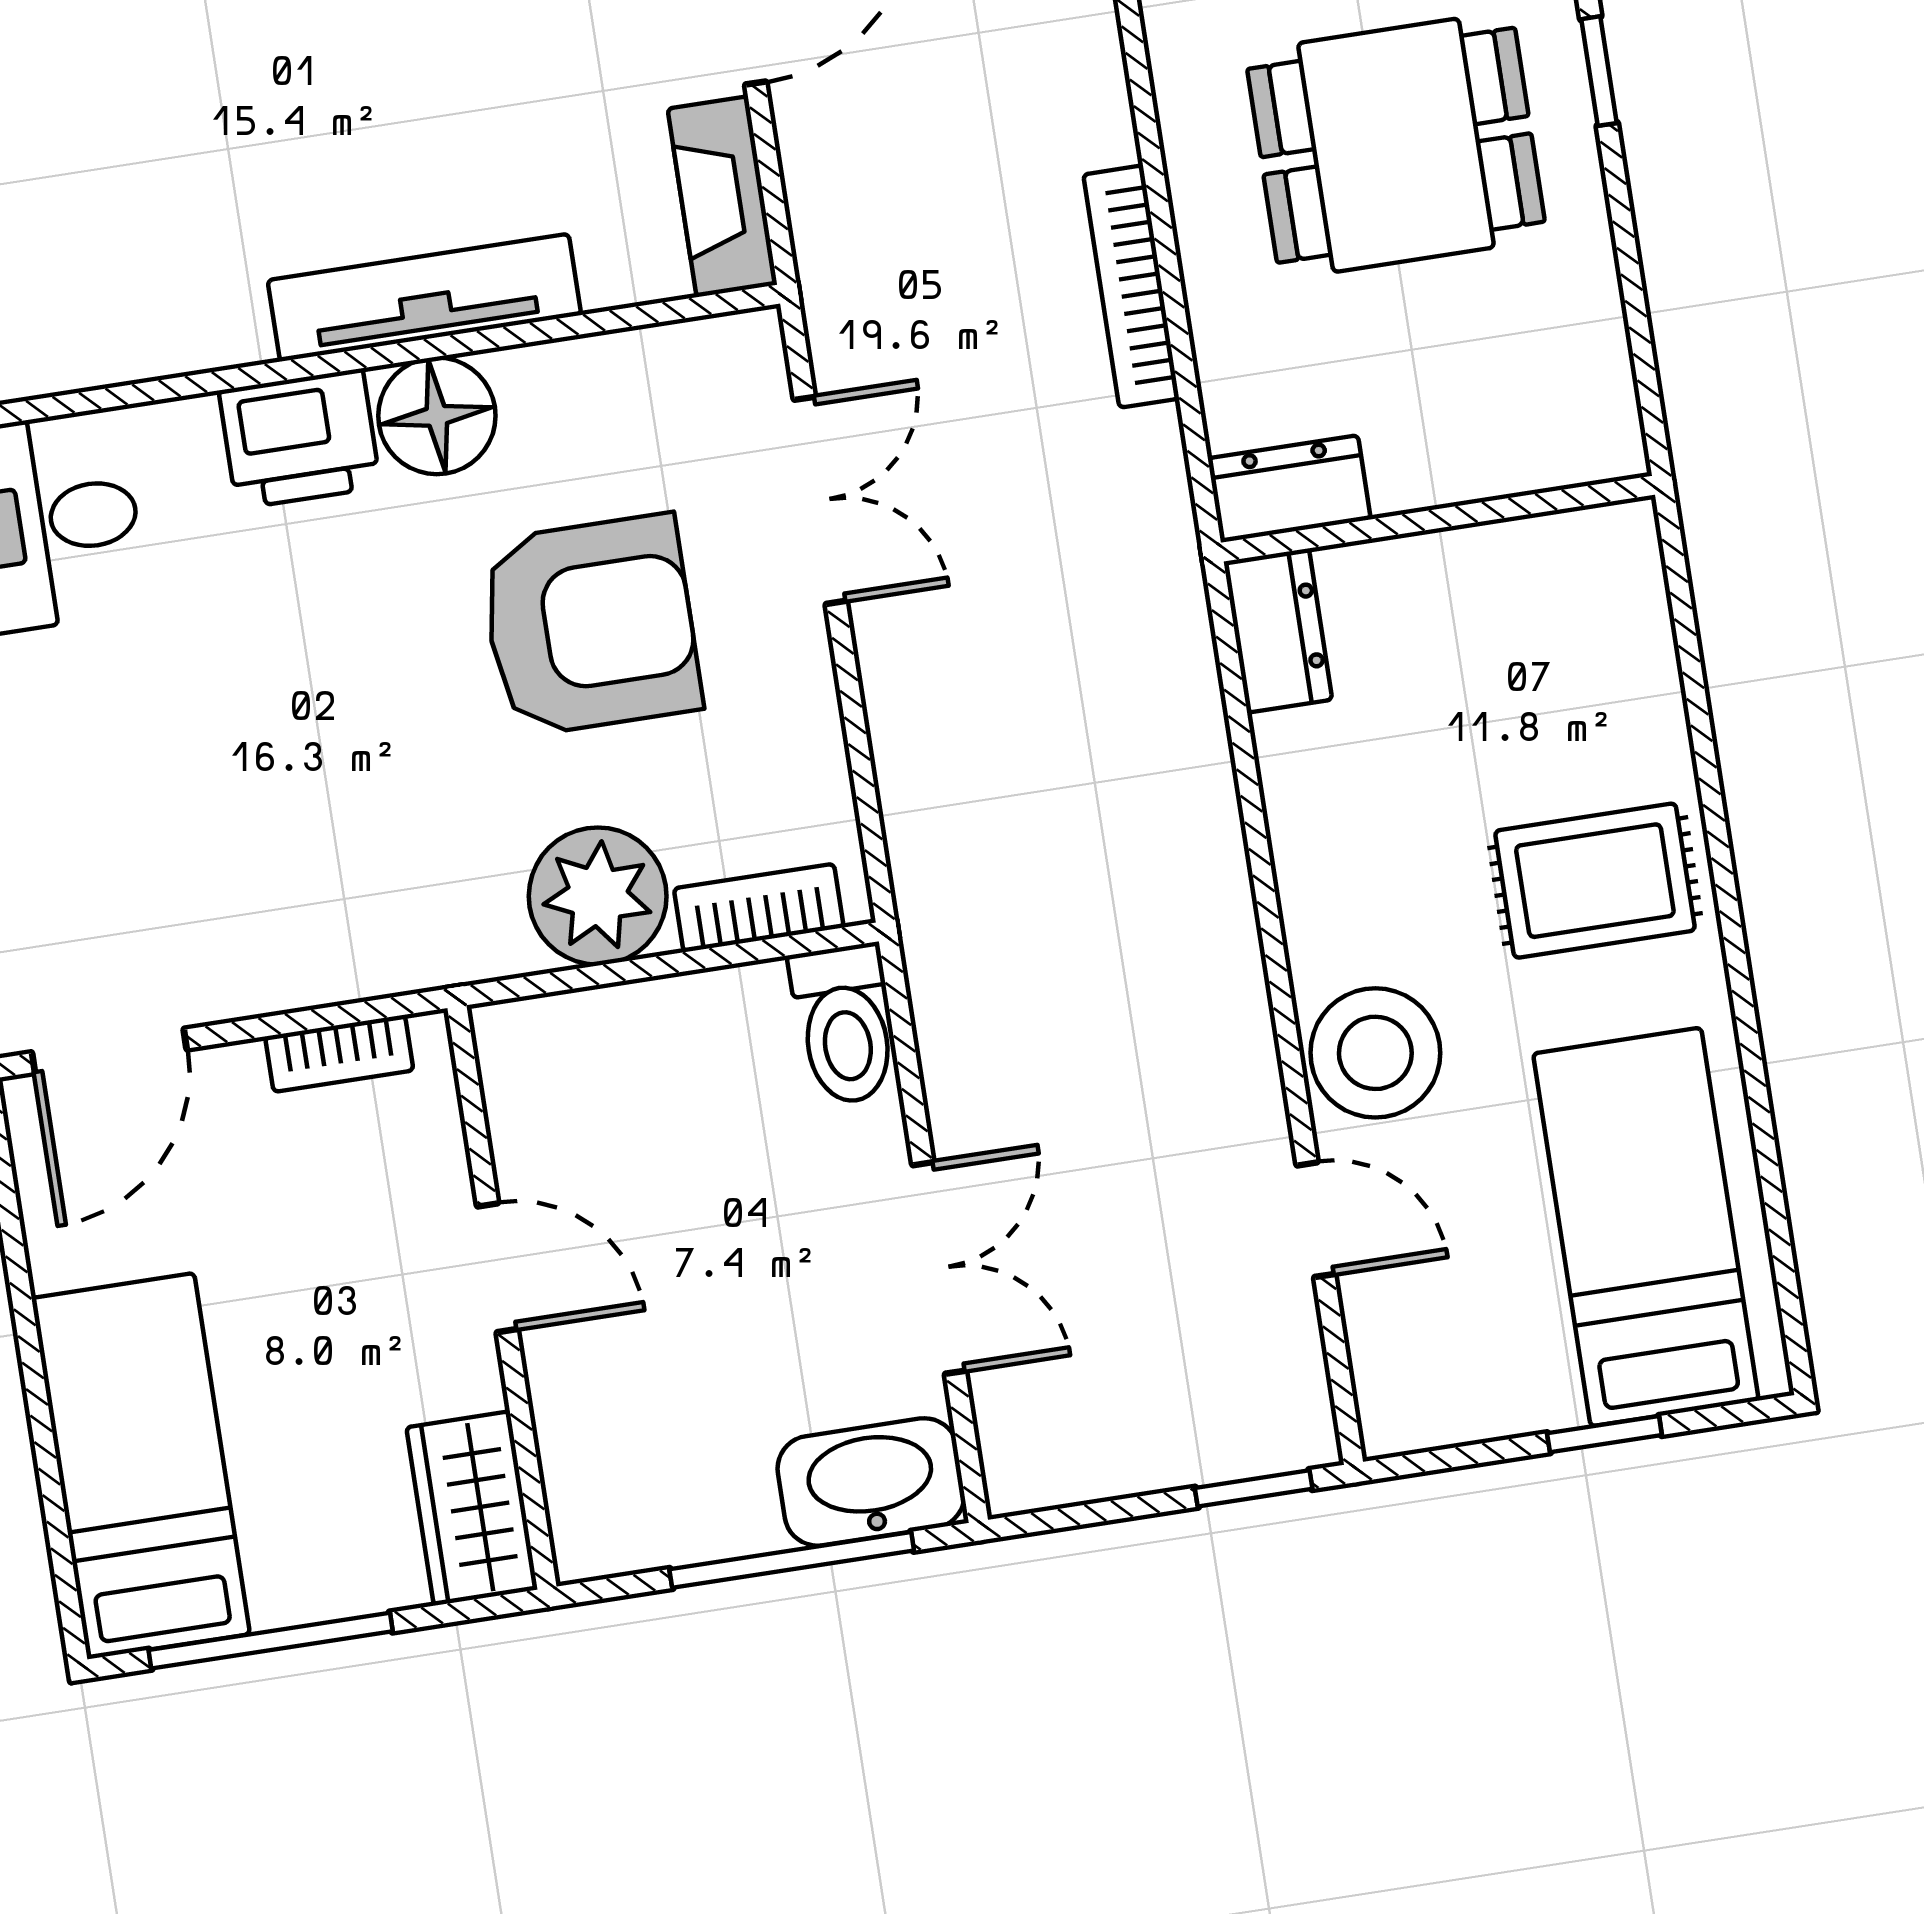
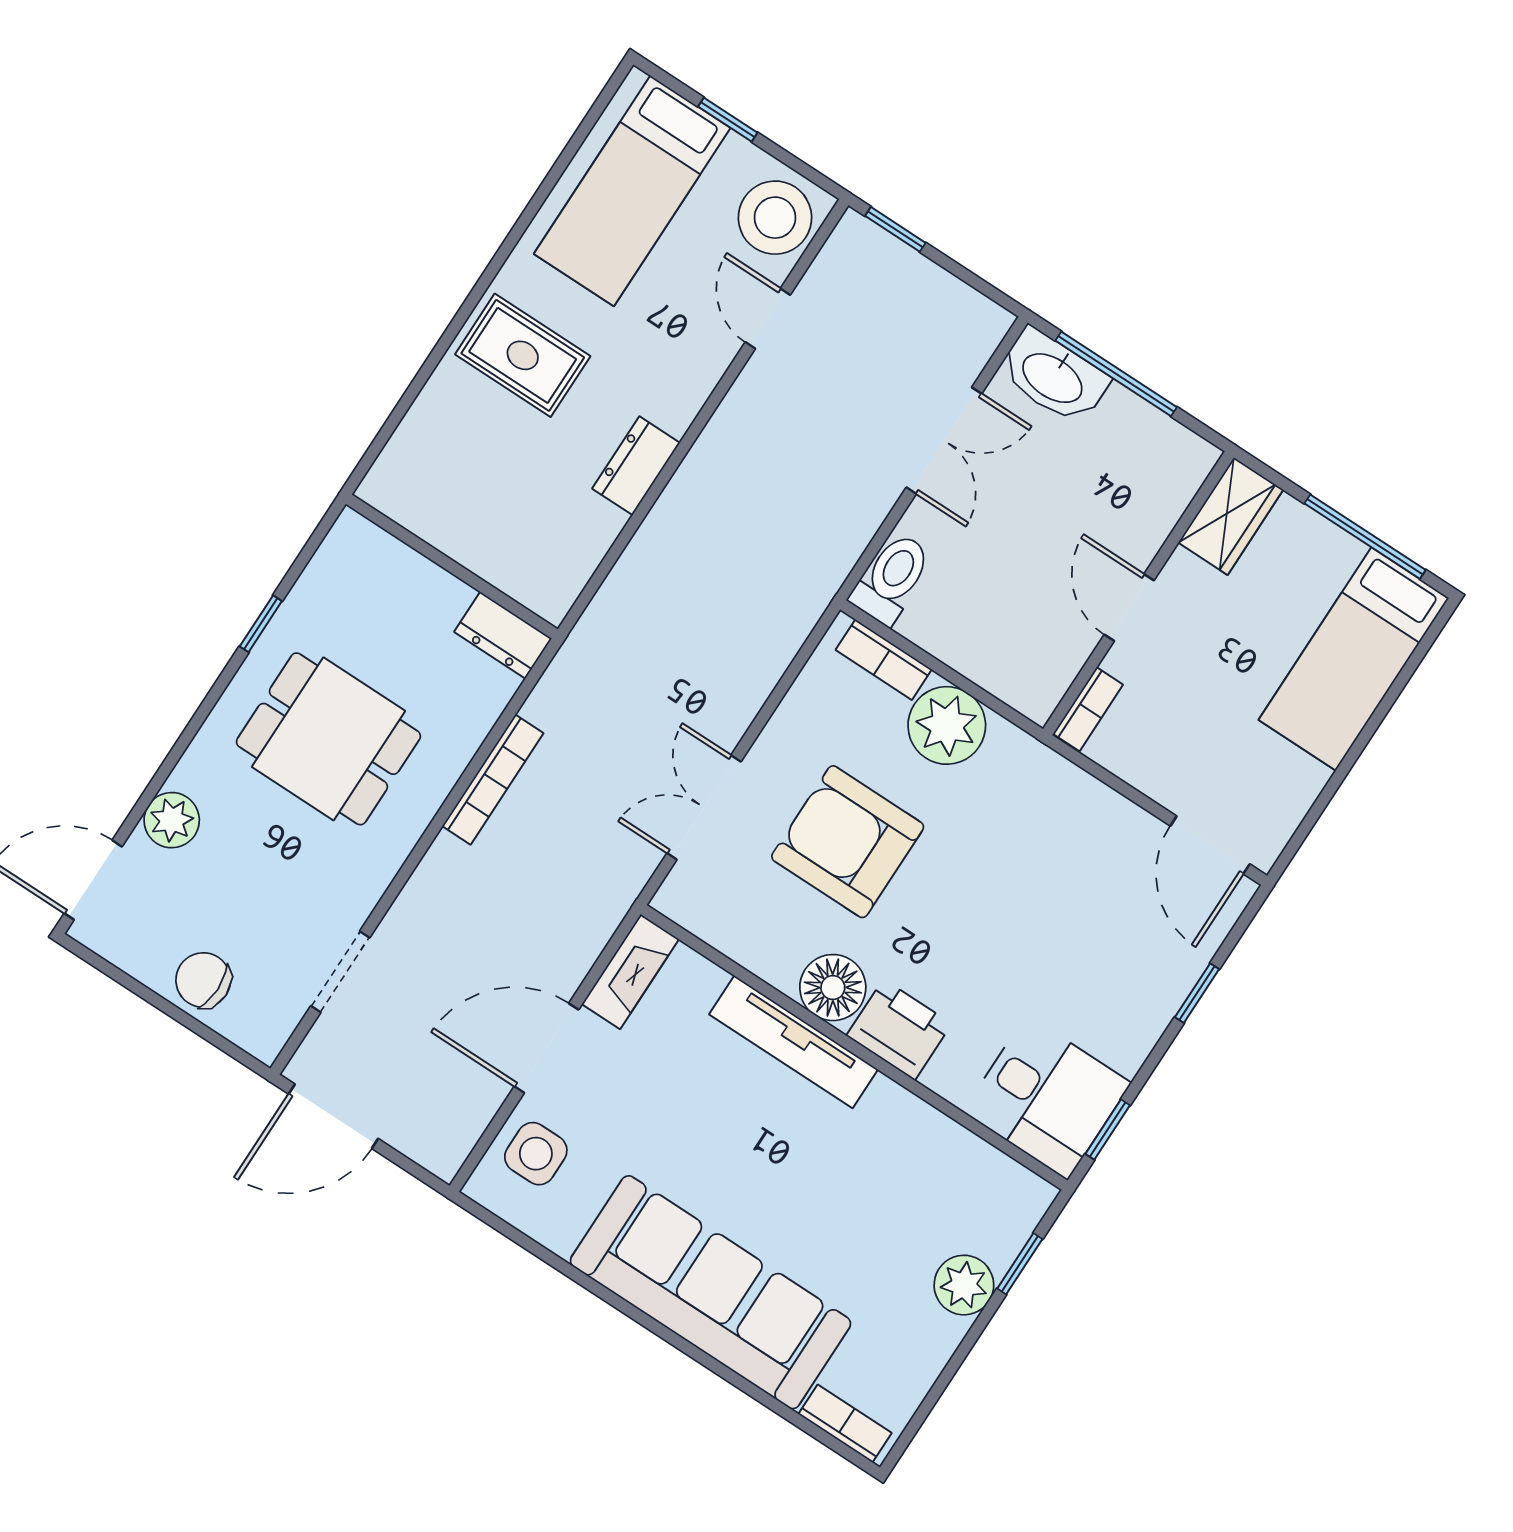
window: (1599, 71) -> (261, 624), moved
dresser: (1278, 631) -> (636, 466), moved
door: (109, 1051) -> (1210, 845), swing flipped
bookcase: (339, 1053) -> (1088, 709), moved, turned 90
stool: (1375, 1053) -> (775, 218), moved
double door: (939, 1268) -> (944, 441), swing flipped

